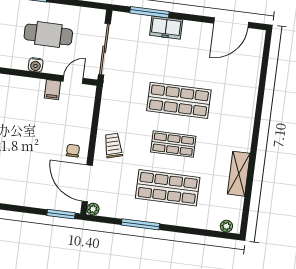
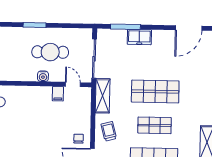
door: (73, 80) -> (73, 84), hinge flipped
shelving: (110, 99) -> (103, 96), added

